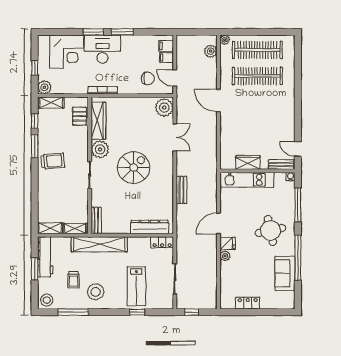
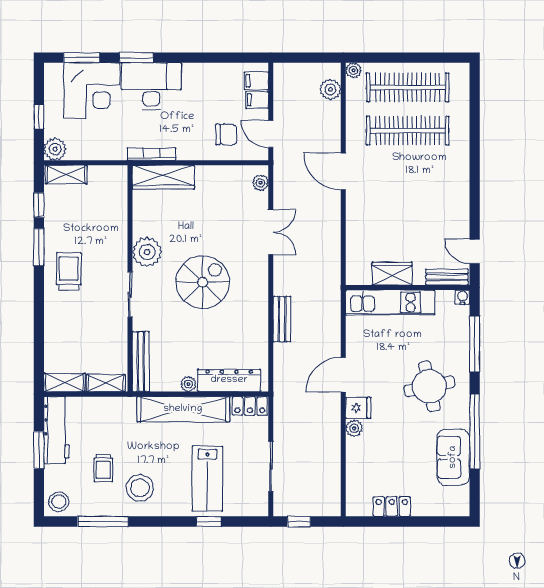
window: (122, 32) -> (82, 58), moved
plant: (164, 108) -> (260, 183), width x0.53, depth x0.53
pallet: (80, 116) -> (113, 197), removed
wardrobe: (98, 121) -> (163, 177), moved, turned 90
trolley: (53, 161) -> (69, 271), turned -85
bench: (96, 220) -> (141, 362), width x1.36
plant: (125, 229) -> (188, 384), added
shelving: (99, 244) -> (183, 409), moved

